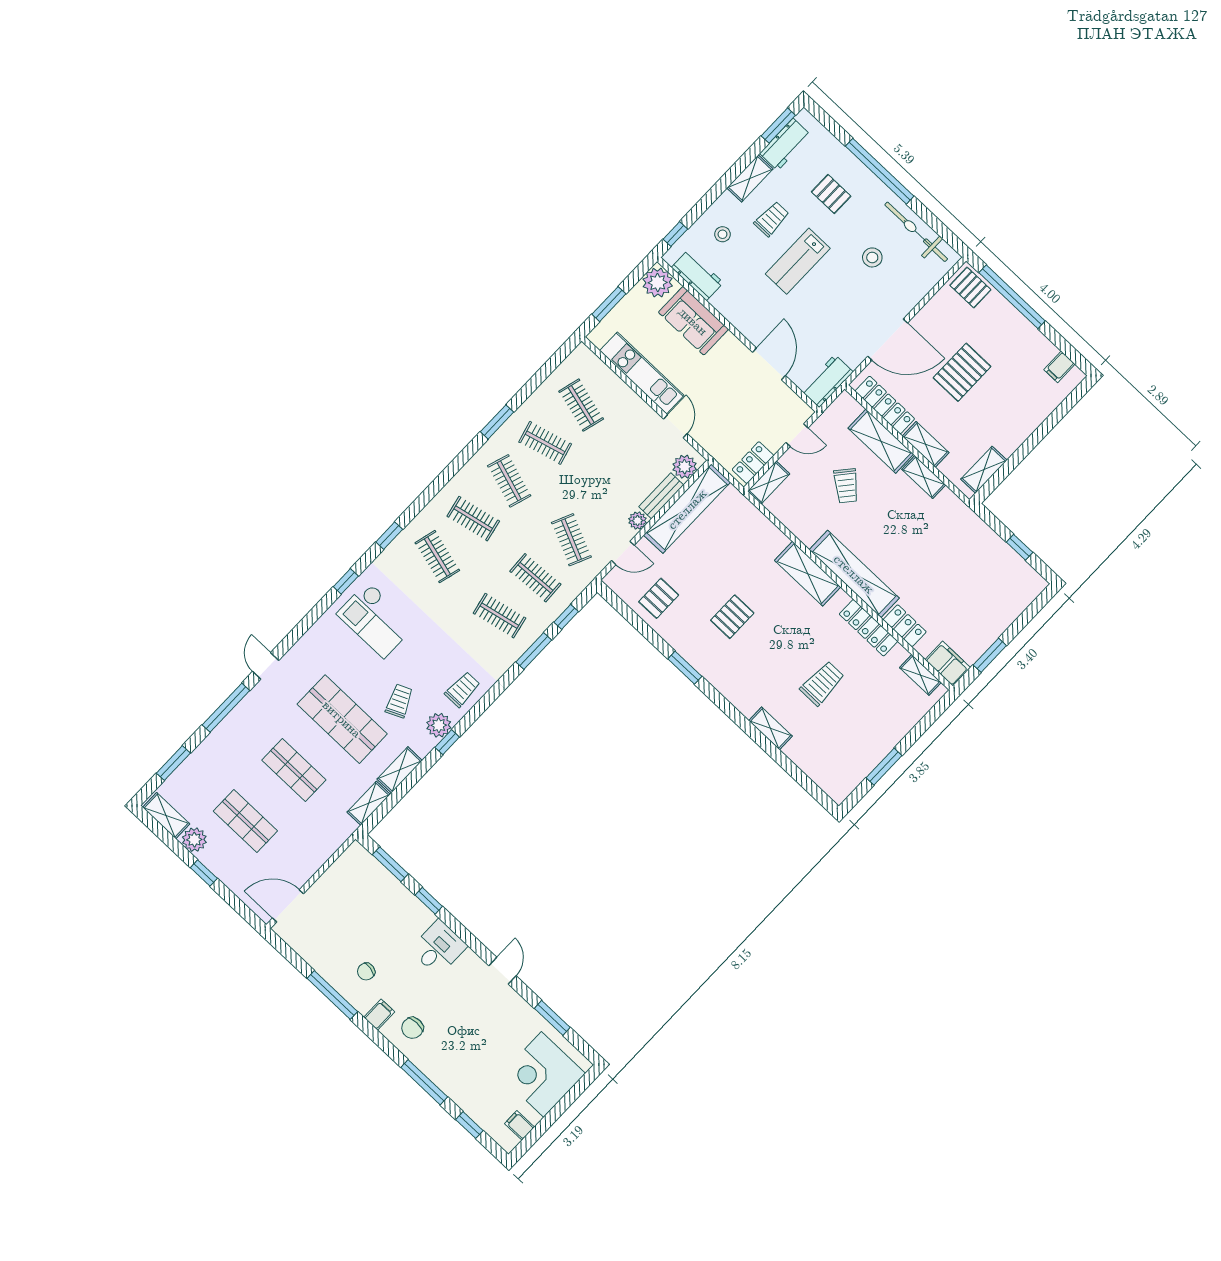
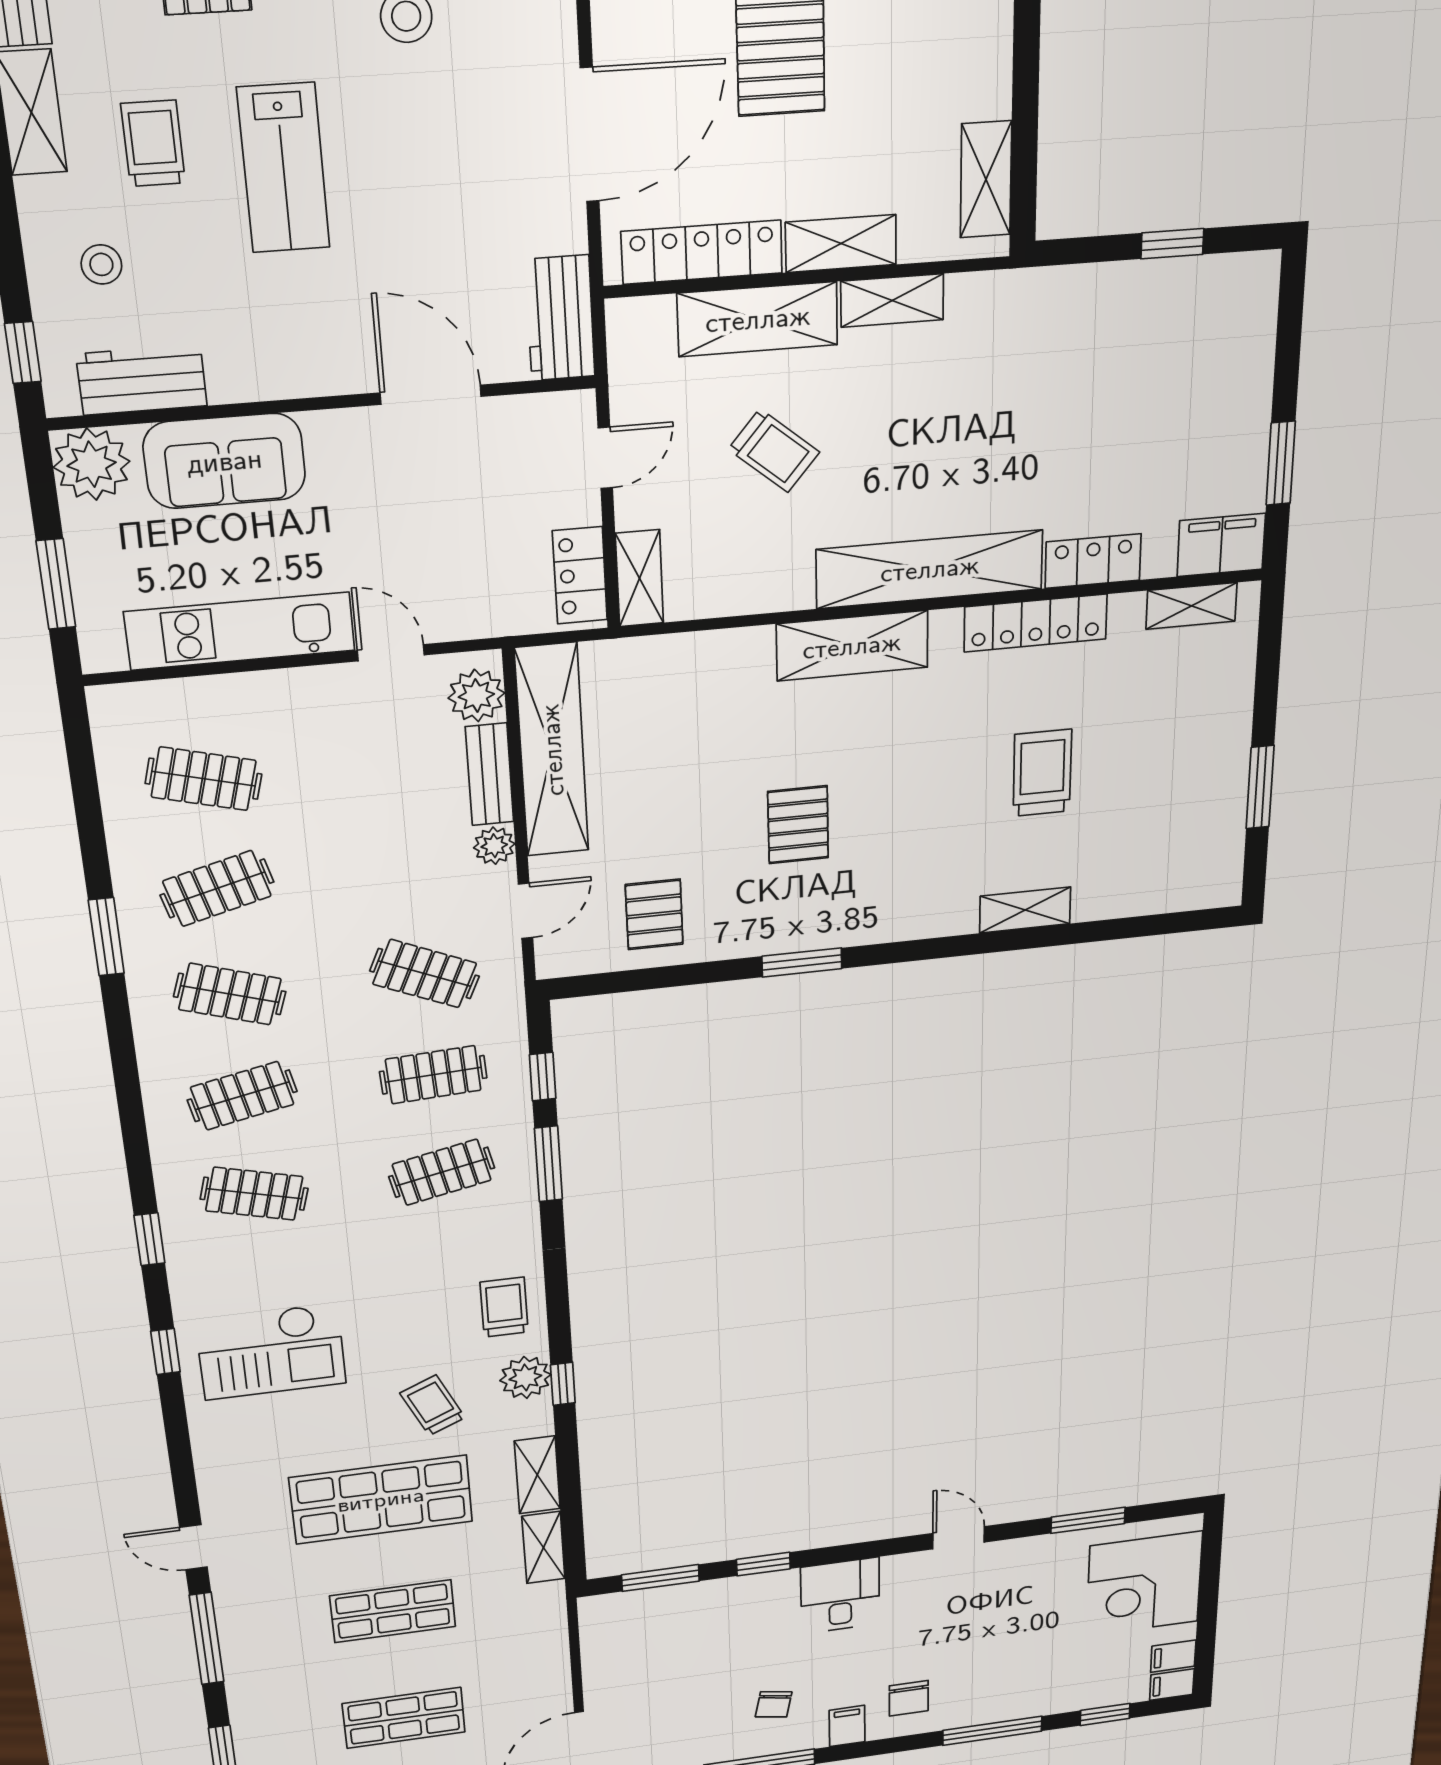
filing cabinet: (506, 1140) -> (1172, 1685), added

